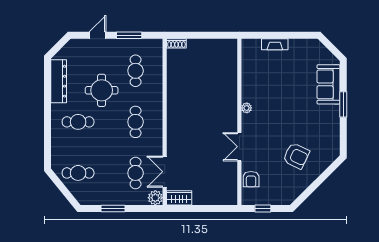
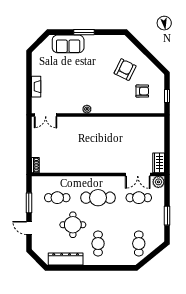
cafe table: (136, 122) -> (98, 198), width x1.37, depth x1.35
double door: (239, 147) -> (46, 115), moved
armchair: (251, 179) -> (142, 91), moved

